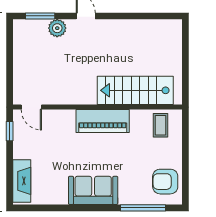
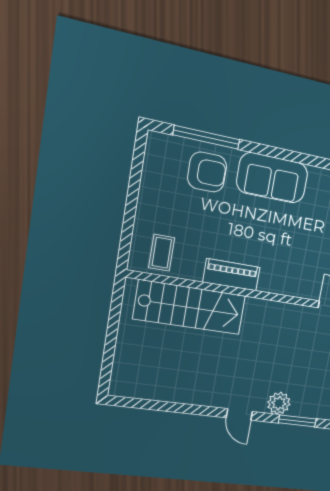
piano: (103, 121) -> (231, 275), width x0.73, depth x0.75
armchair: (165, 182) -> (207, 172), moved

